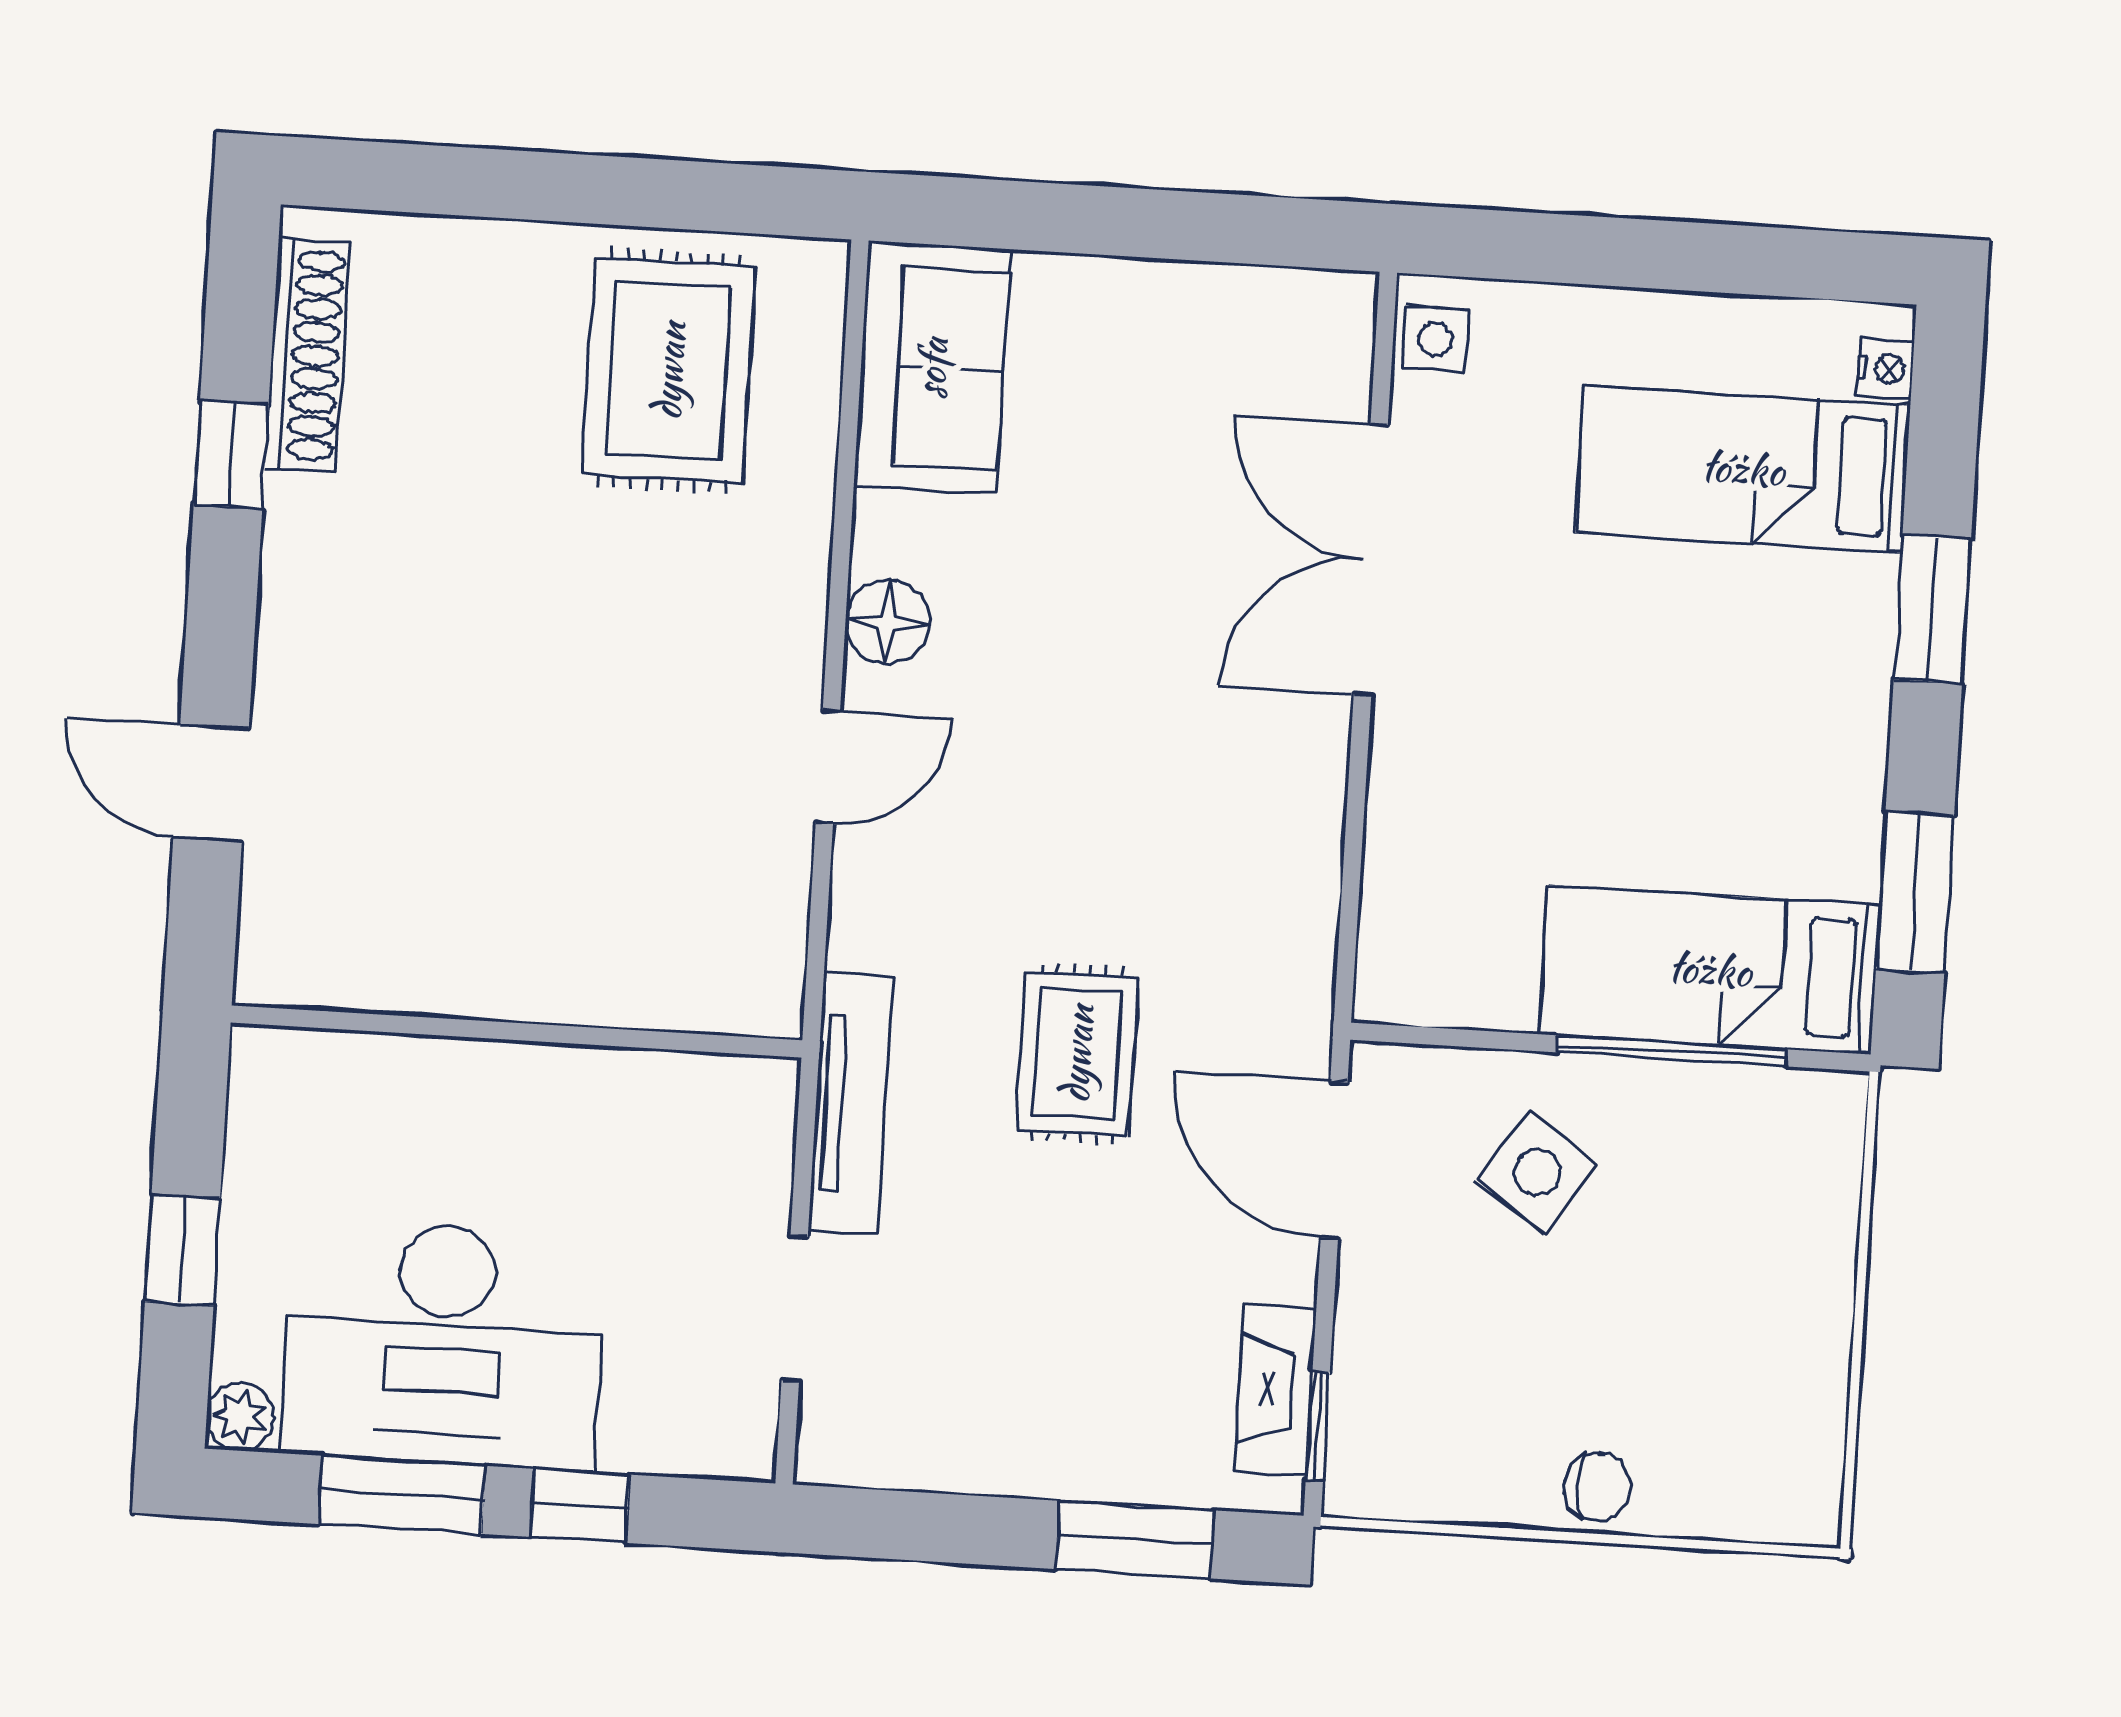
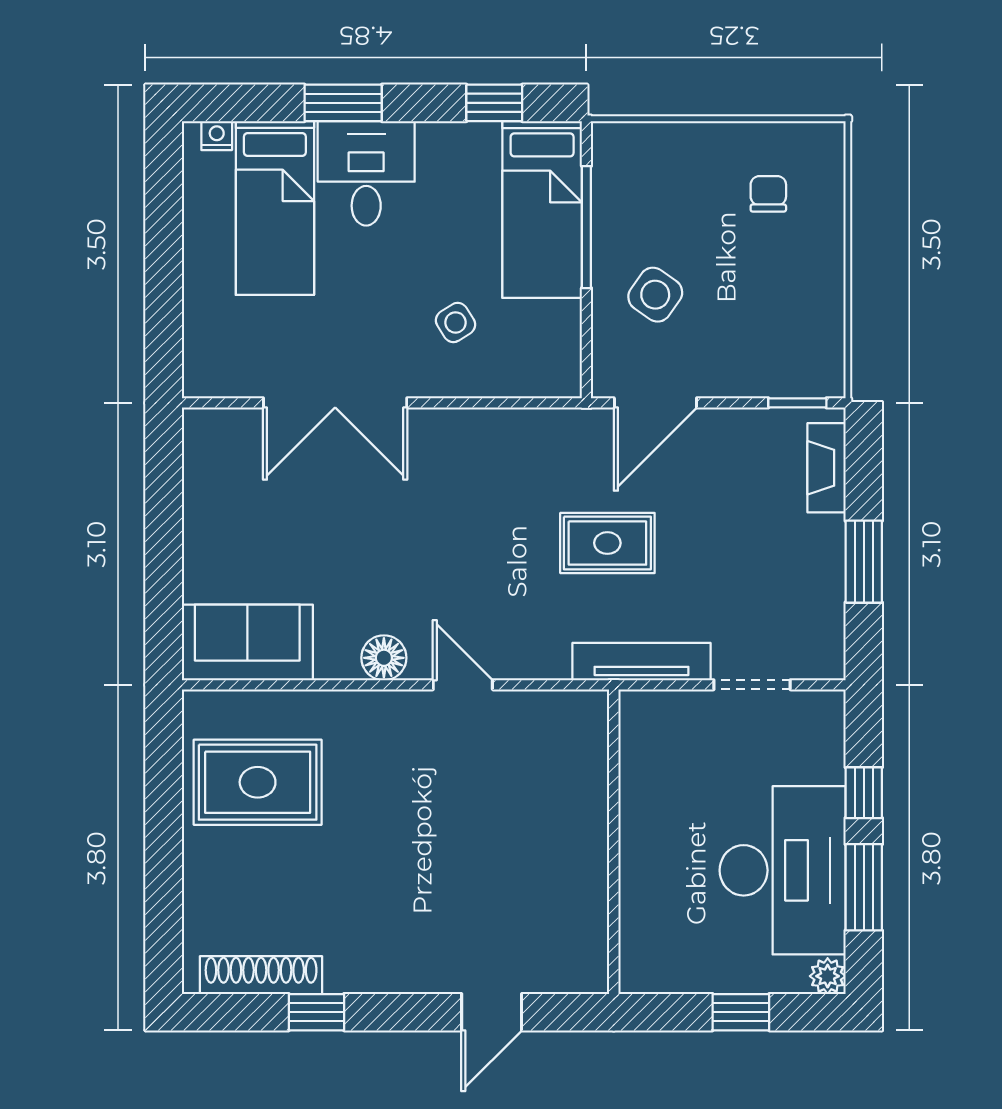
side table: (1435, 339) -> (456, 322), moved, turned -32
desk: (1798, 644) -> (366, 173), added
window: (1915, 892) -> (494, 103), width x0.67
fireplace: (1276, 1390) -> (826, 468), moved, turned 90
chair: (1597, 1487) -> (768, 194), moved
window: (1135, 1540) -> (864, 562), moved

